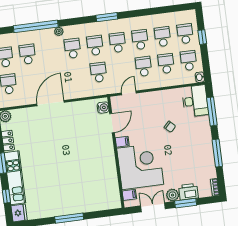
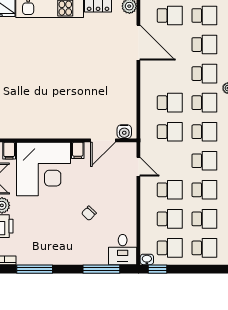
window: (202, 37) -> (158, 269), moved
school desk: (50, 51) -> (204, 74), added
school desk: (76, 75) -> (170, 103), added
desk: (195, 101) -> (123, 250), width x0.73
door: (51, 103) -> (138, 43), moved
door: (112, 123) -> (103, 140), hinge flipped
window: (217, 153) -> (35, 269), moved

